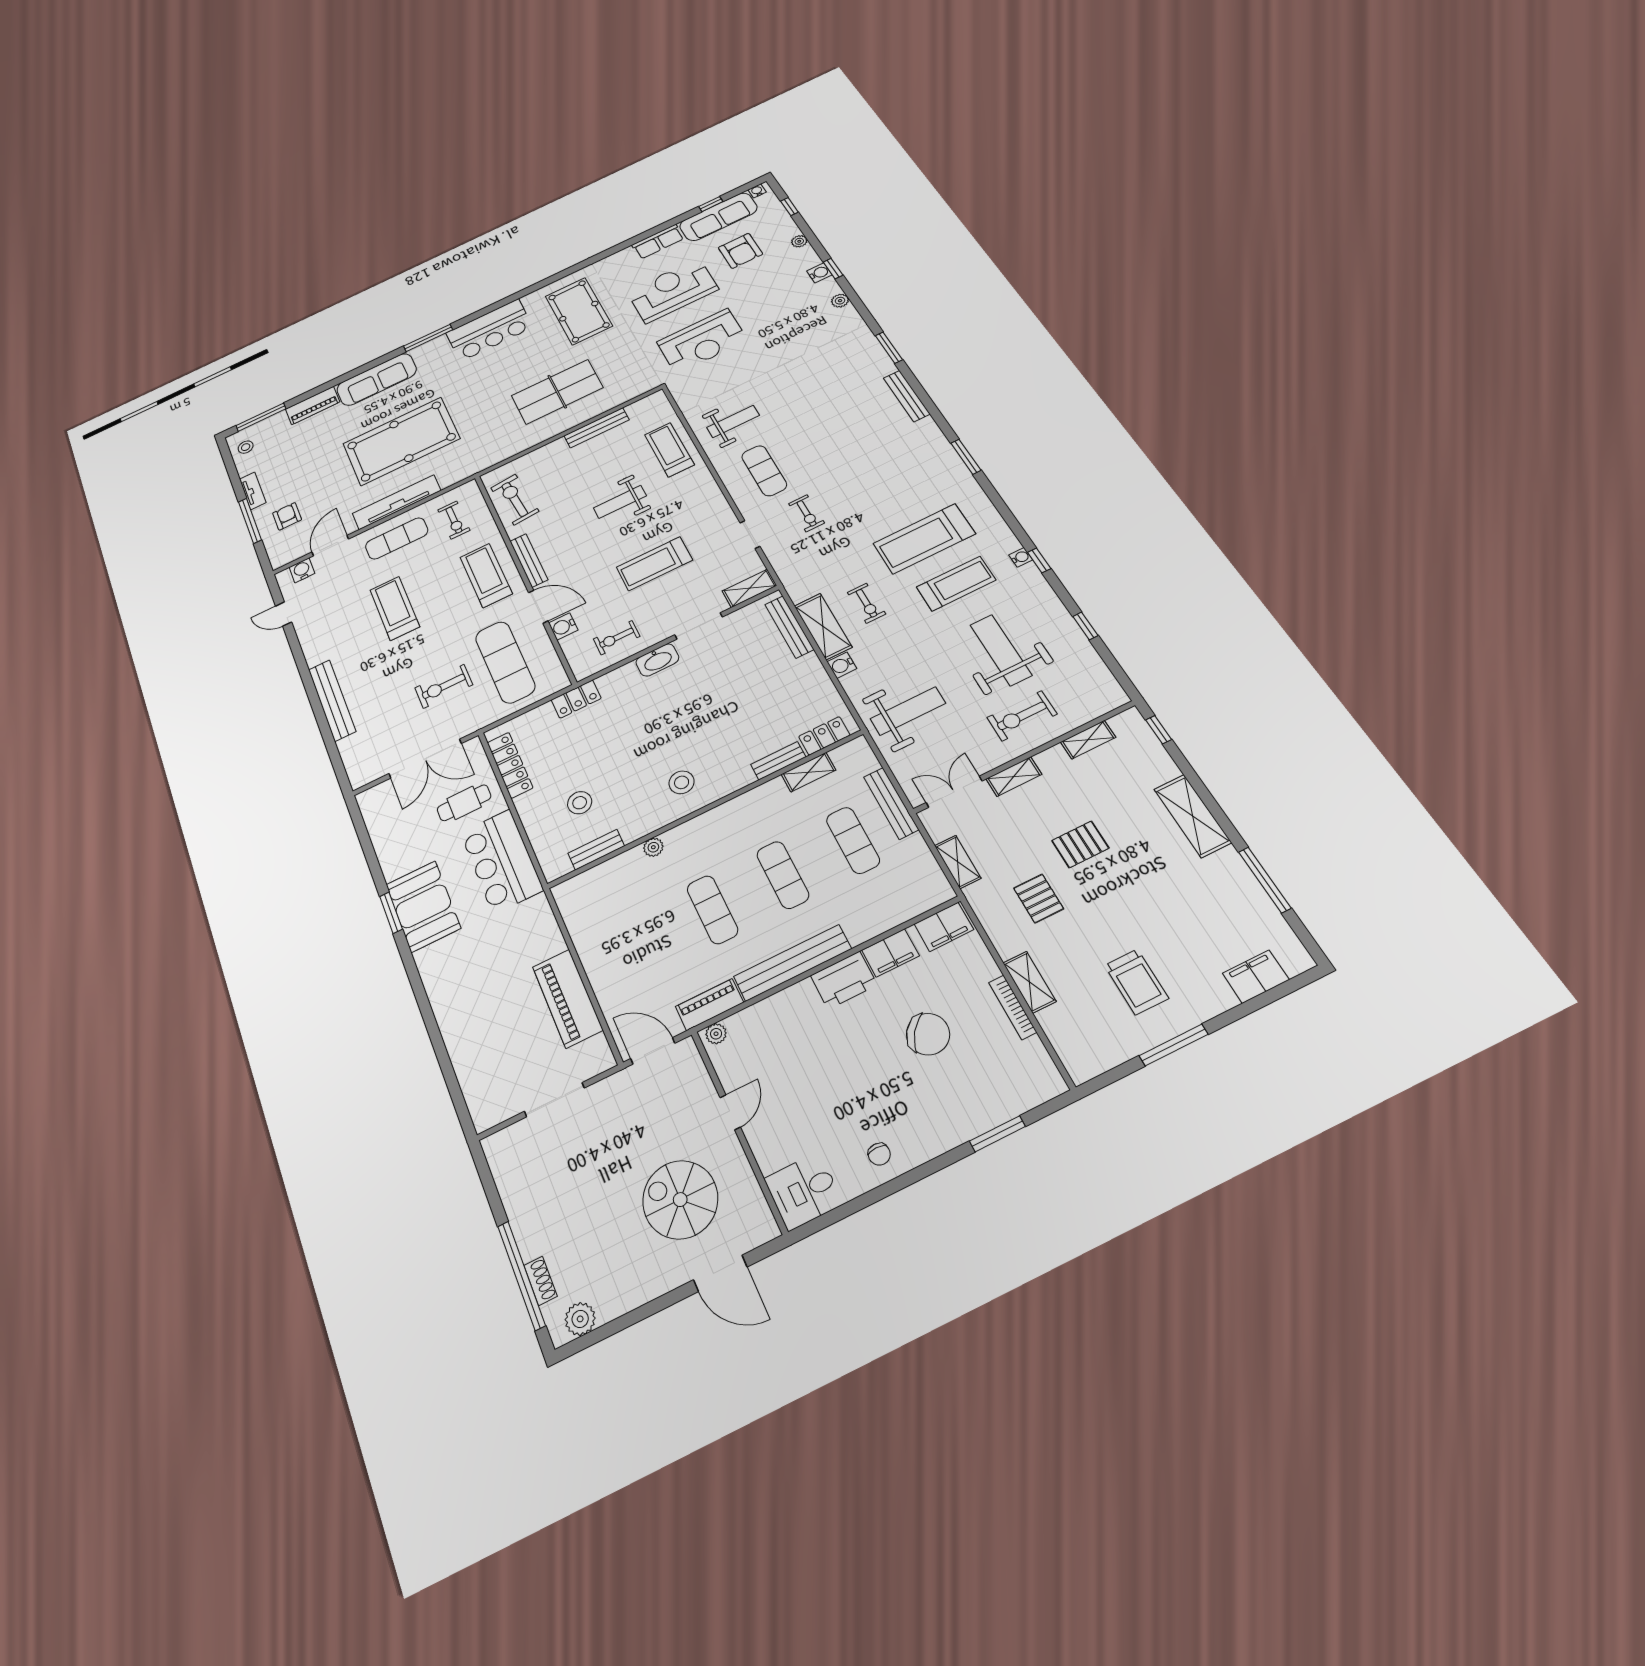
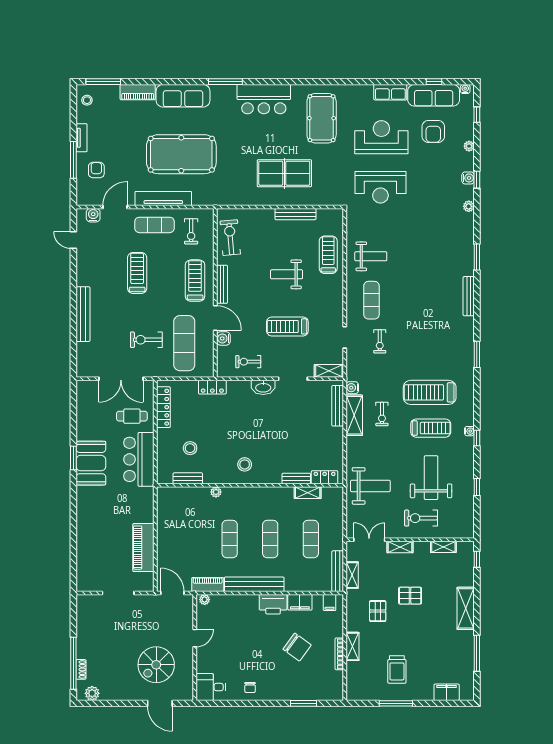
water cooler: (842, 665) -> (352, 388), moved
bench: (891, 803) -> (338, 571), moved
filing cabinet: (944, 927) -> (330, 602), width x0.50
spiral stairs: (680, 1200) -> (156, 665), turned -90

